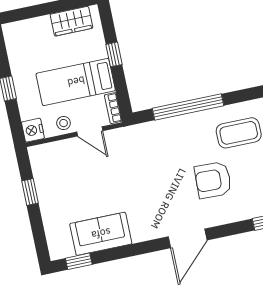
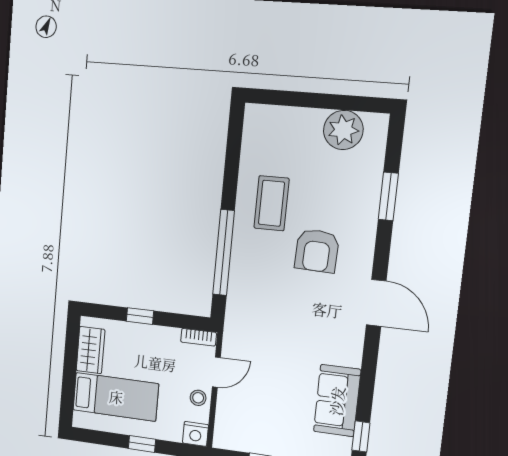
bed: (76, 82) -> (116, 397), moved, turned -90

